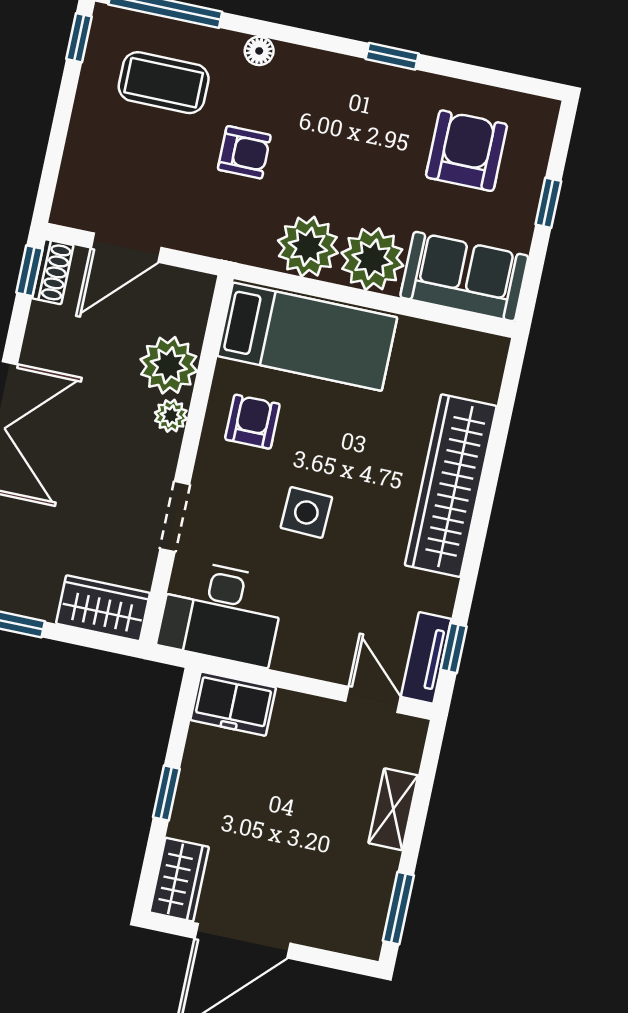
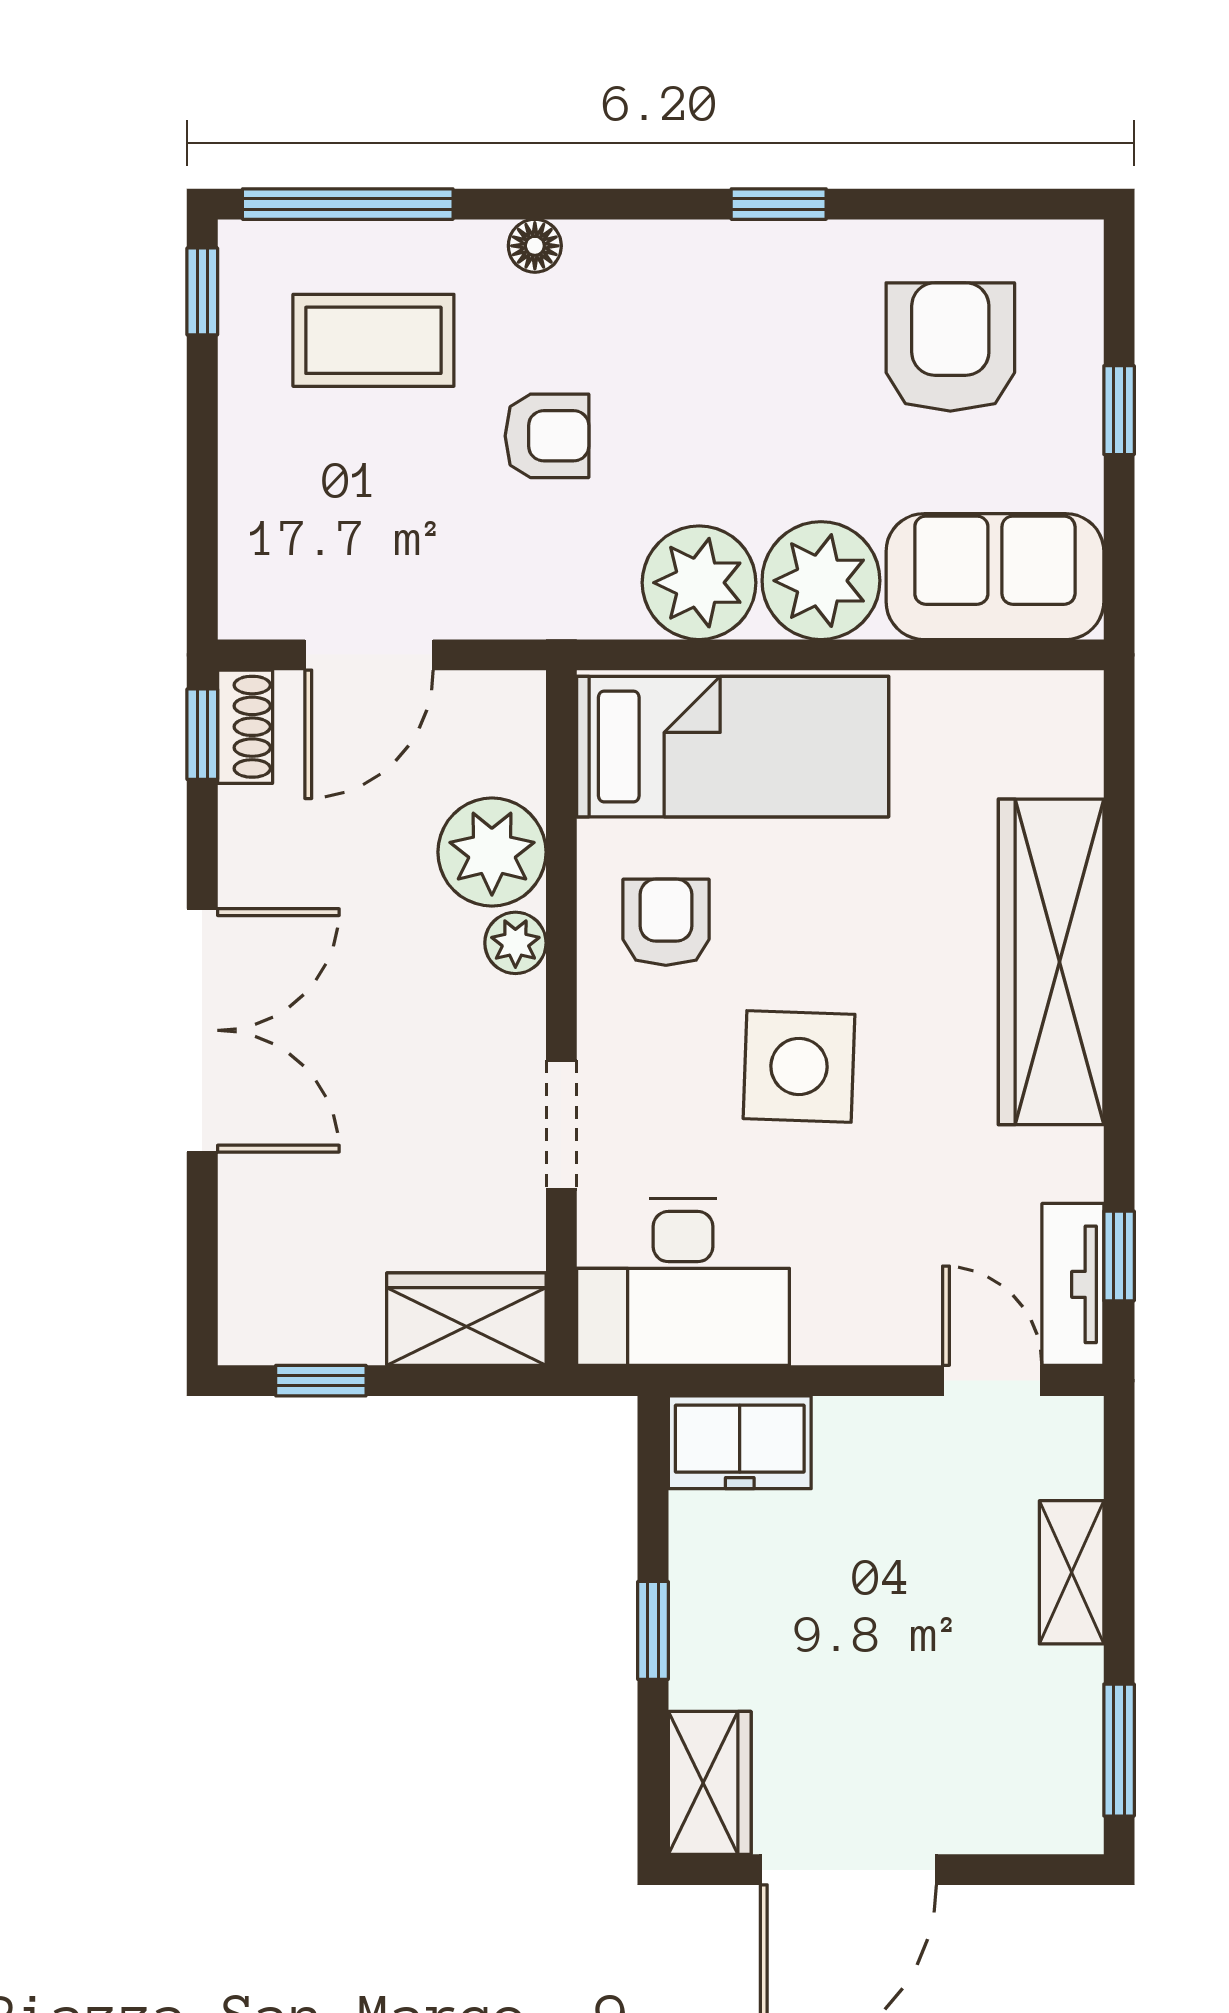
side table: (306, 512) -> (799, 1066), width x1.37, depth x1.37

